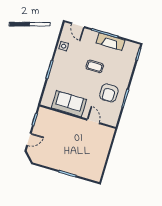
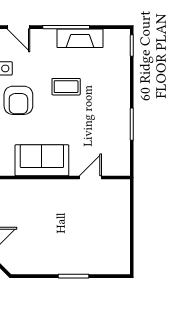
armchair: (109, 93) -> (18, 100), moved
door: (93, 121) -> (90, 177), hinge flipped

